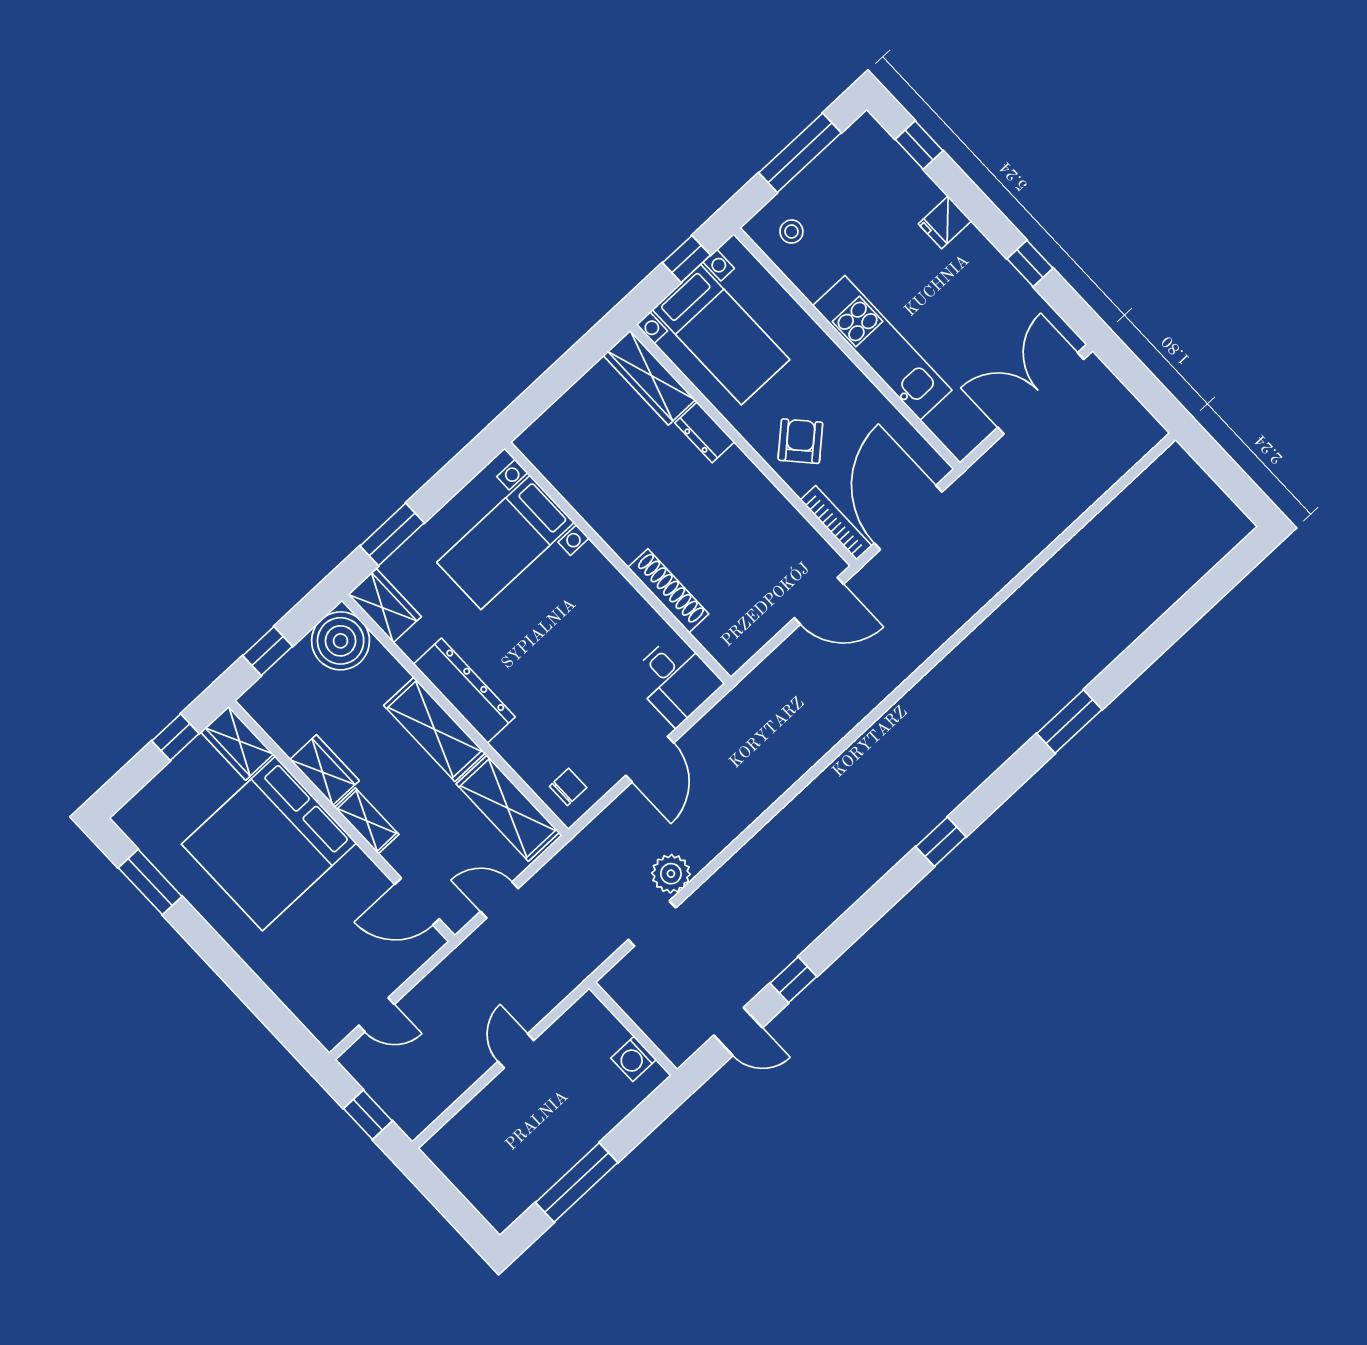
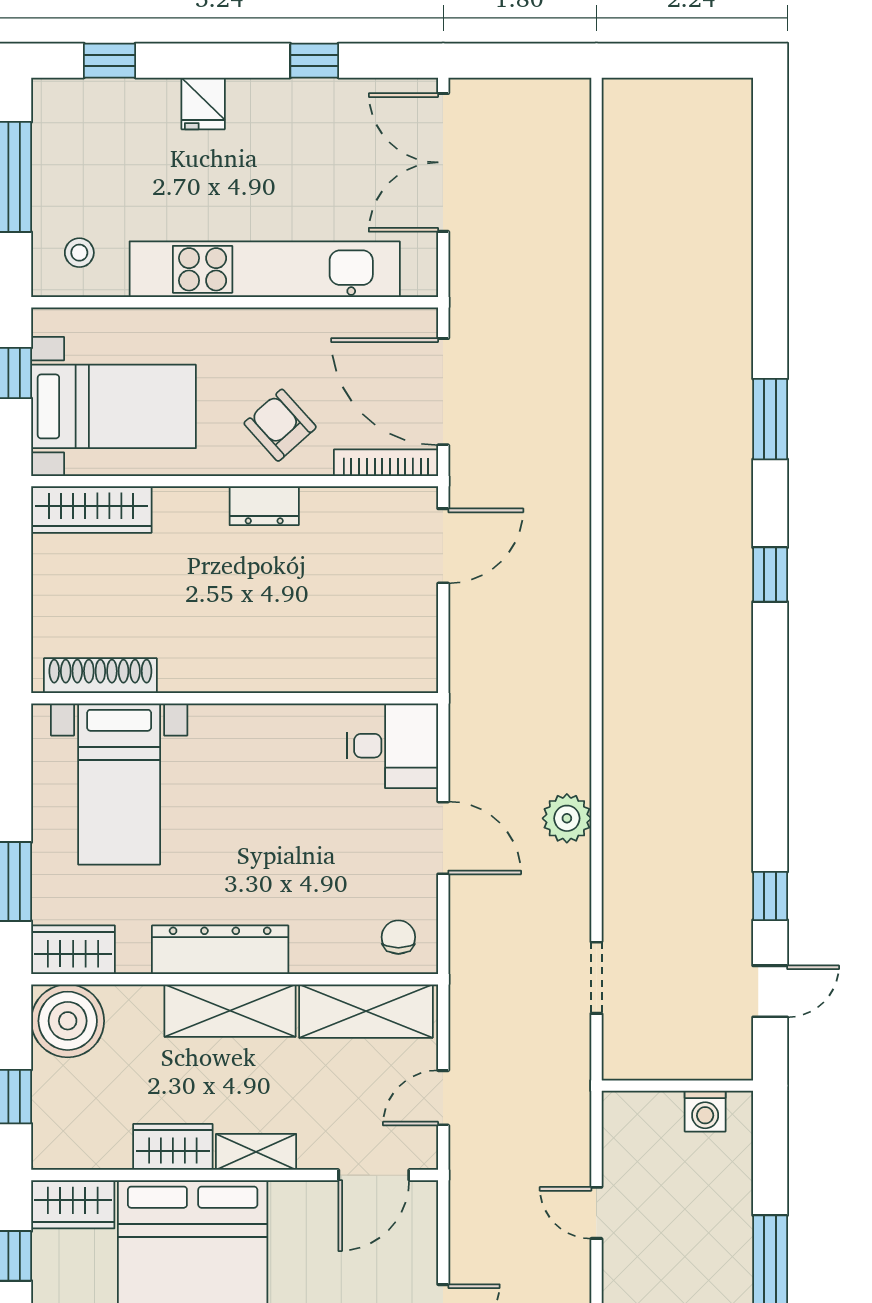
kitchen unit: (882, 348) -> (265, 269), width x1.36
dresser: (705, 432) -> (264, 506), moved
shoe rack: (668, 591) -> (100, 676), moved
window: (941, 842) -> (770, 575), moved
plant: (671, 874) -> (567, 818), moved

